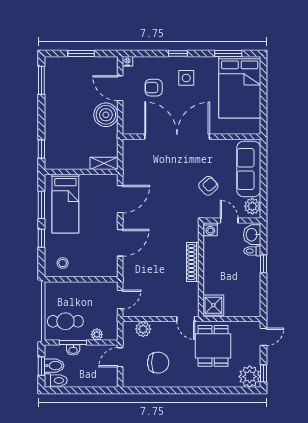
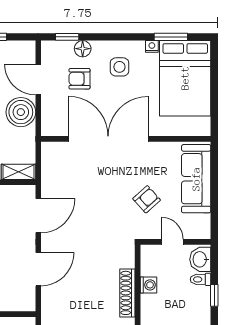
window: (178, 54) -> (67, 37), moved
nightstand: (127, 61) -> (152, 46), moved
floor lamp: (156, 63) -> (83, 49), added
plant: (252, 206) -> (201, 224), removed
washing machine: (210, 229) -> (148, 285), moved, turned -90

